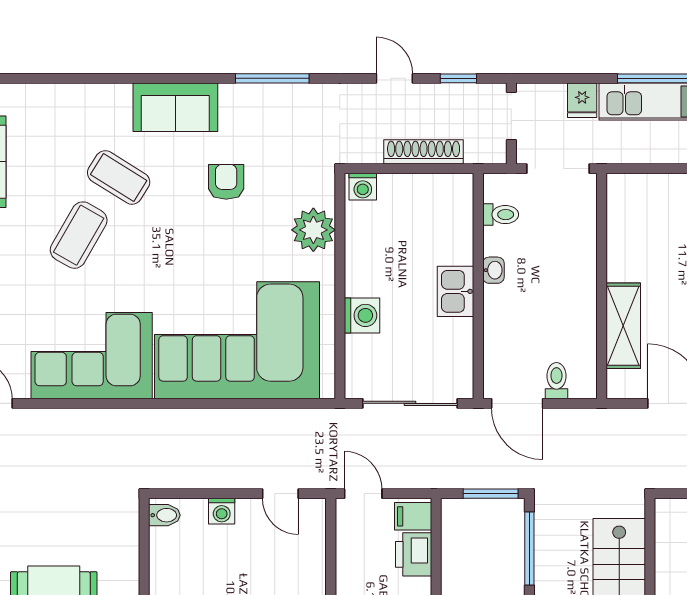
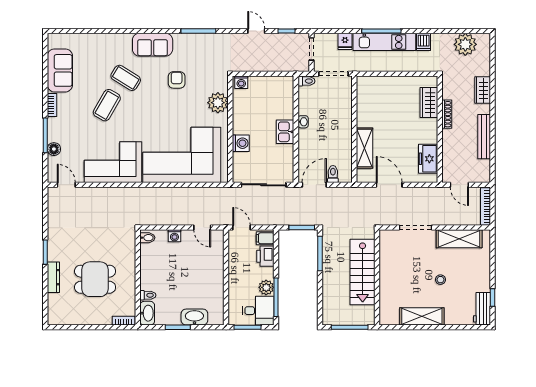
shoe rack: (424, 152) -> (270, 66), removed
toilet: (501, 215) -> (306, 81), moved
door: (517, 403) -> (314, 185), swing flipped

